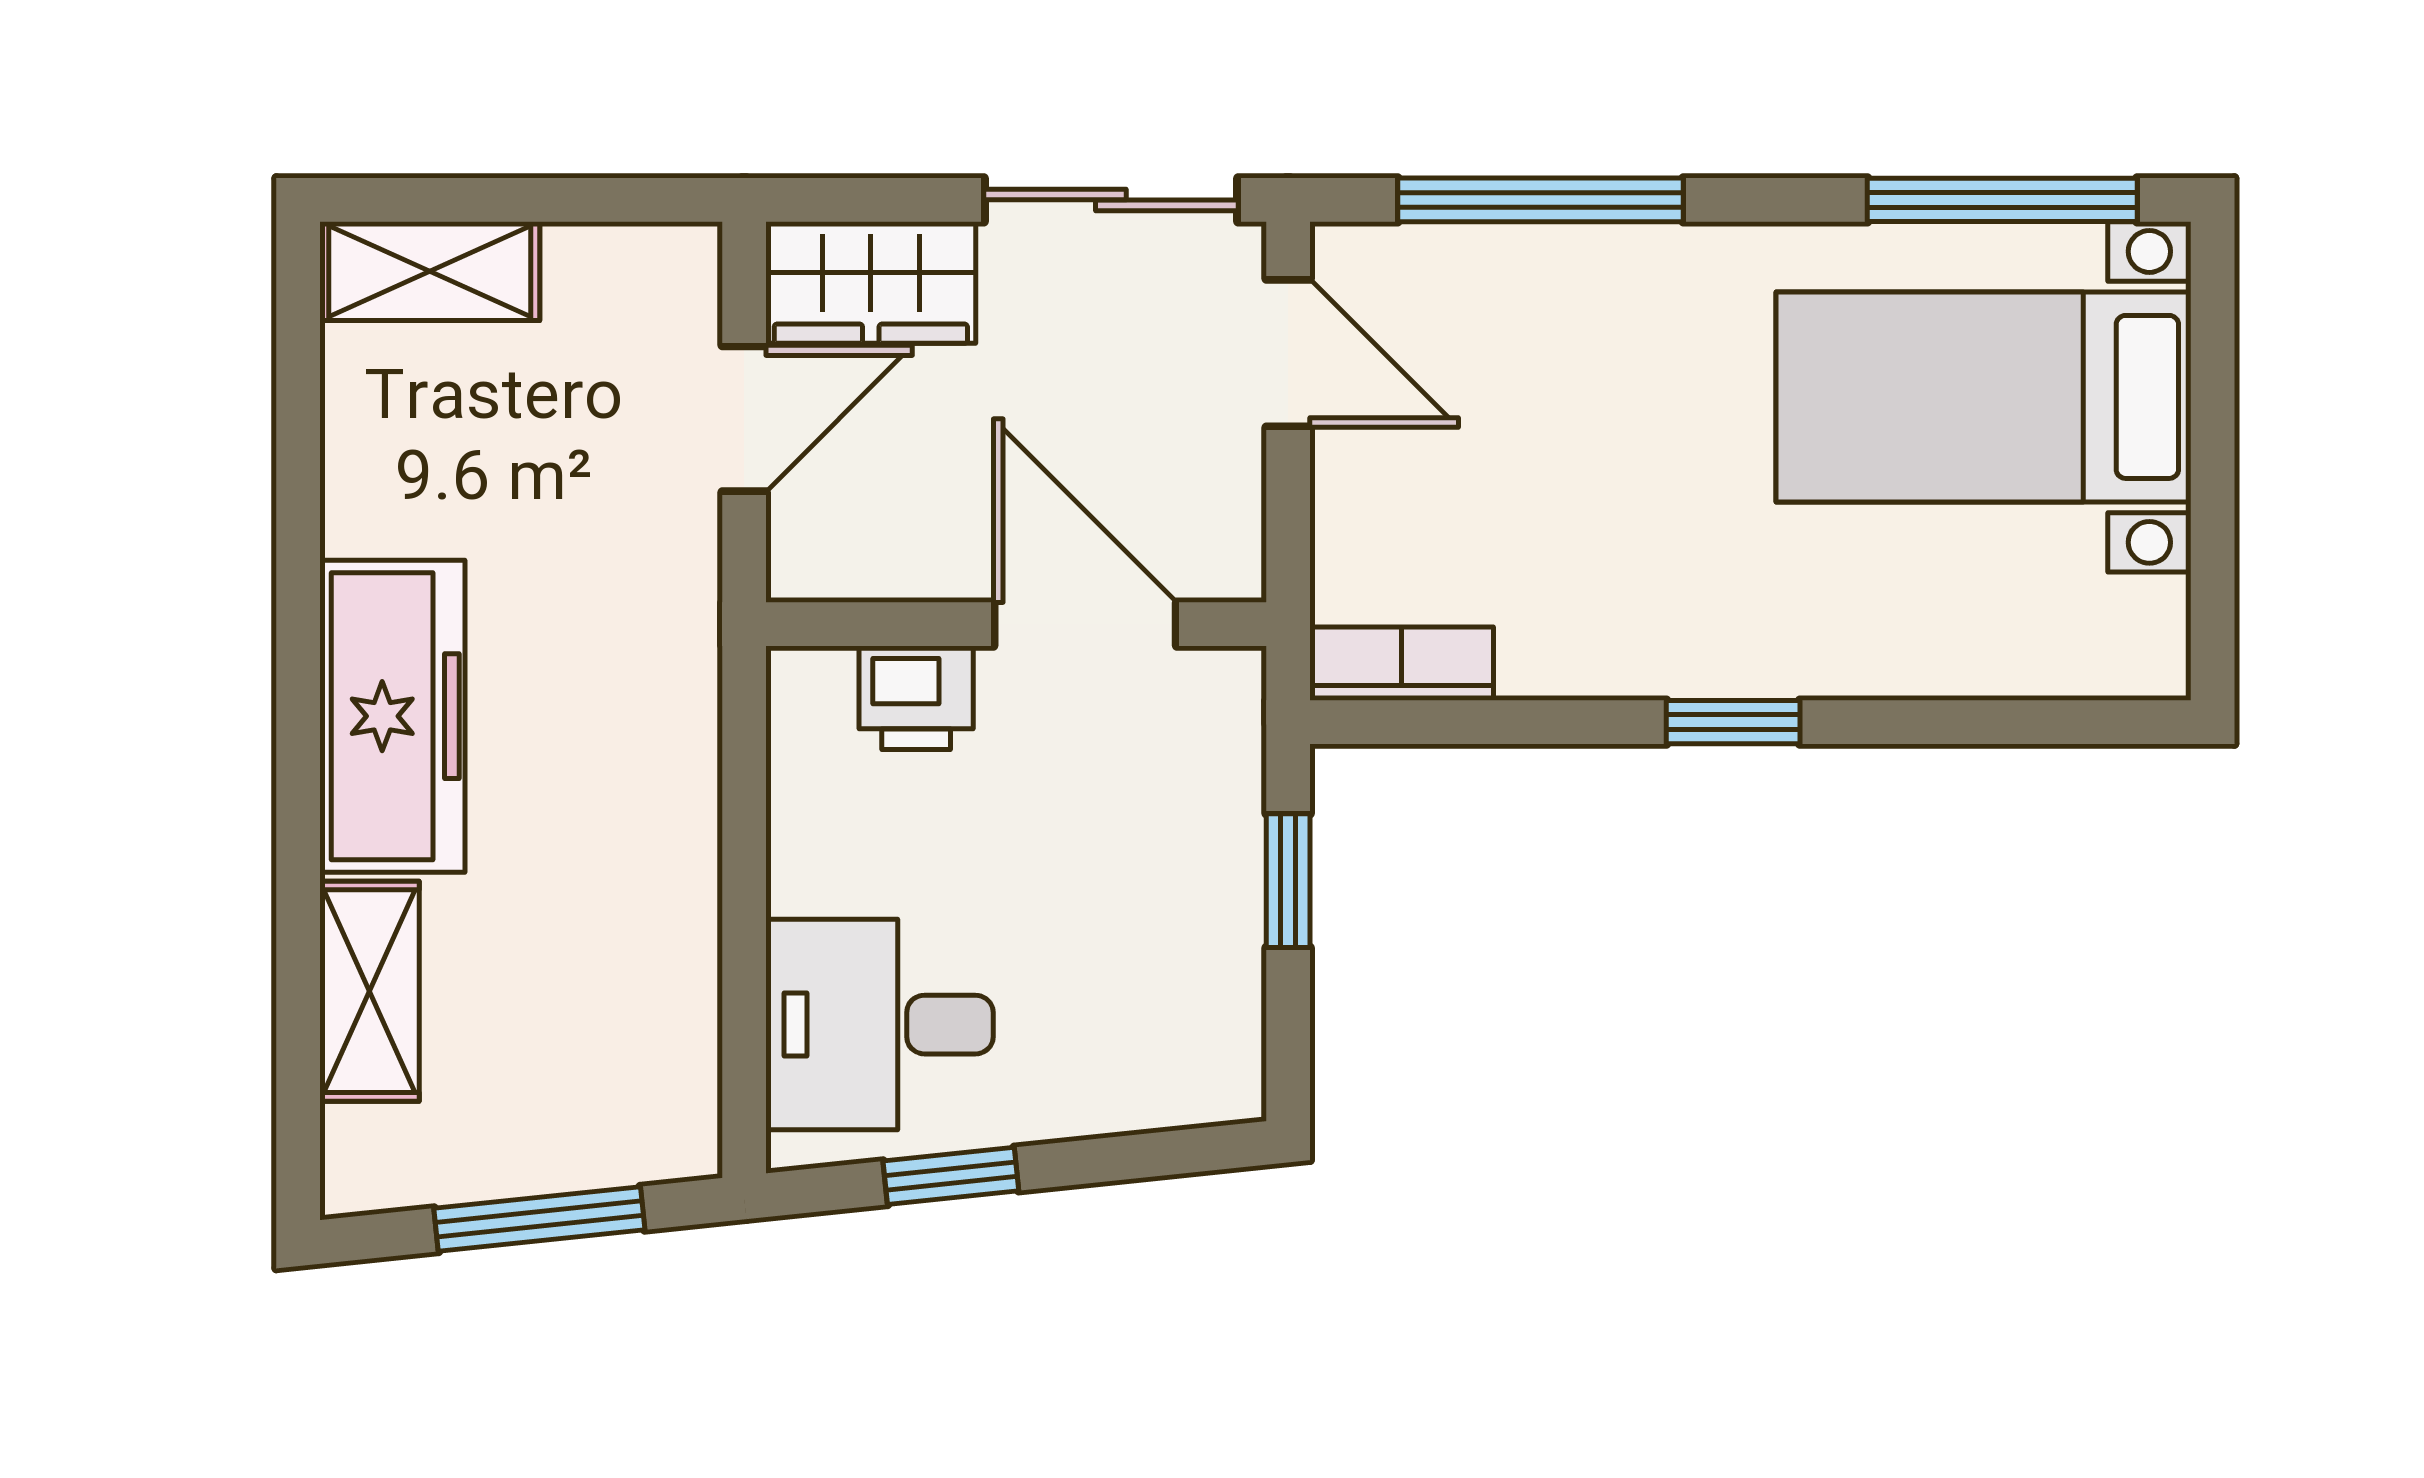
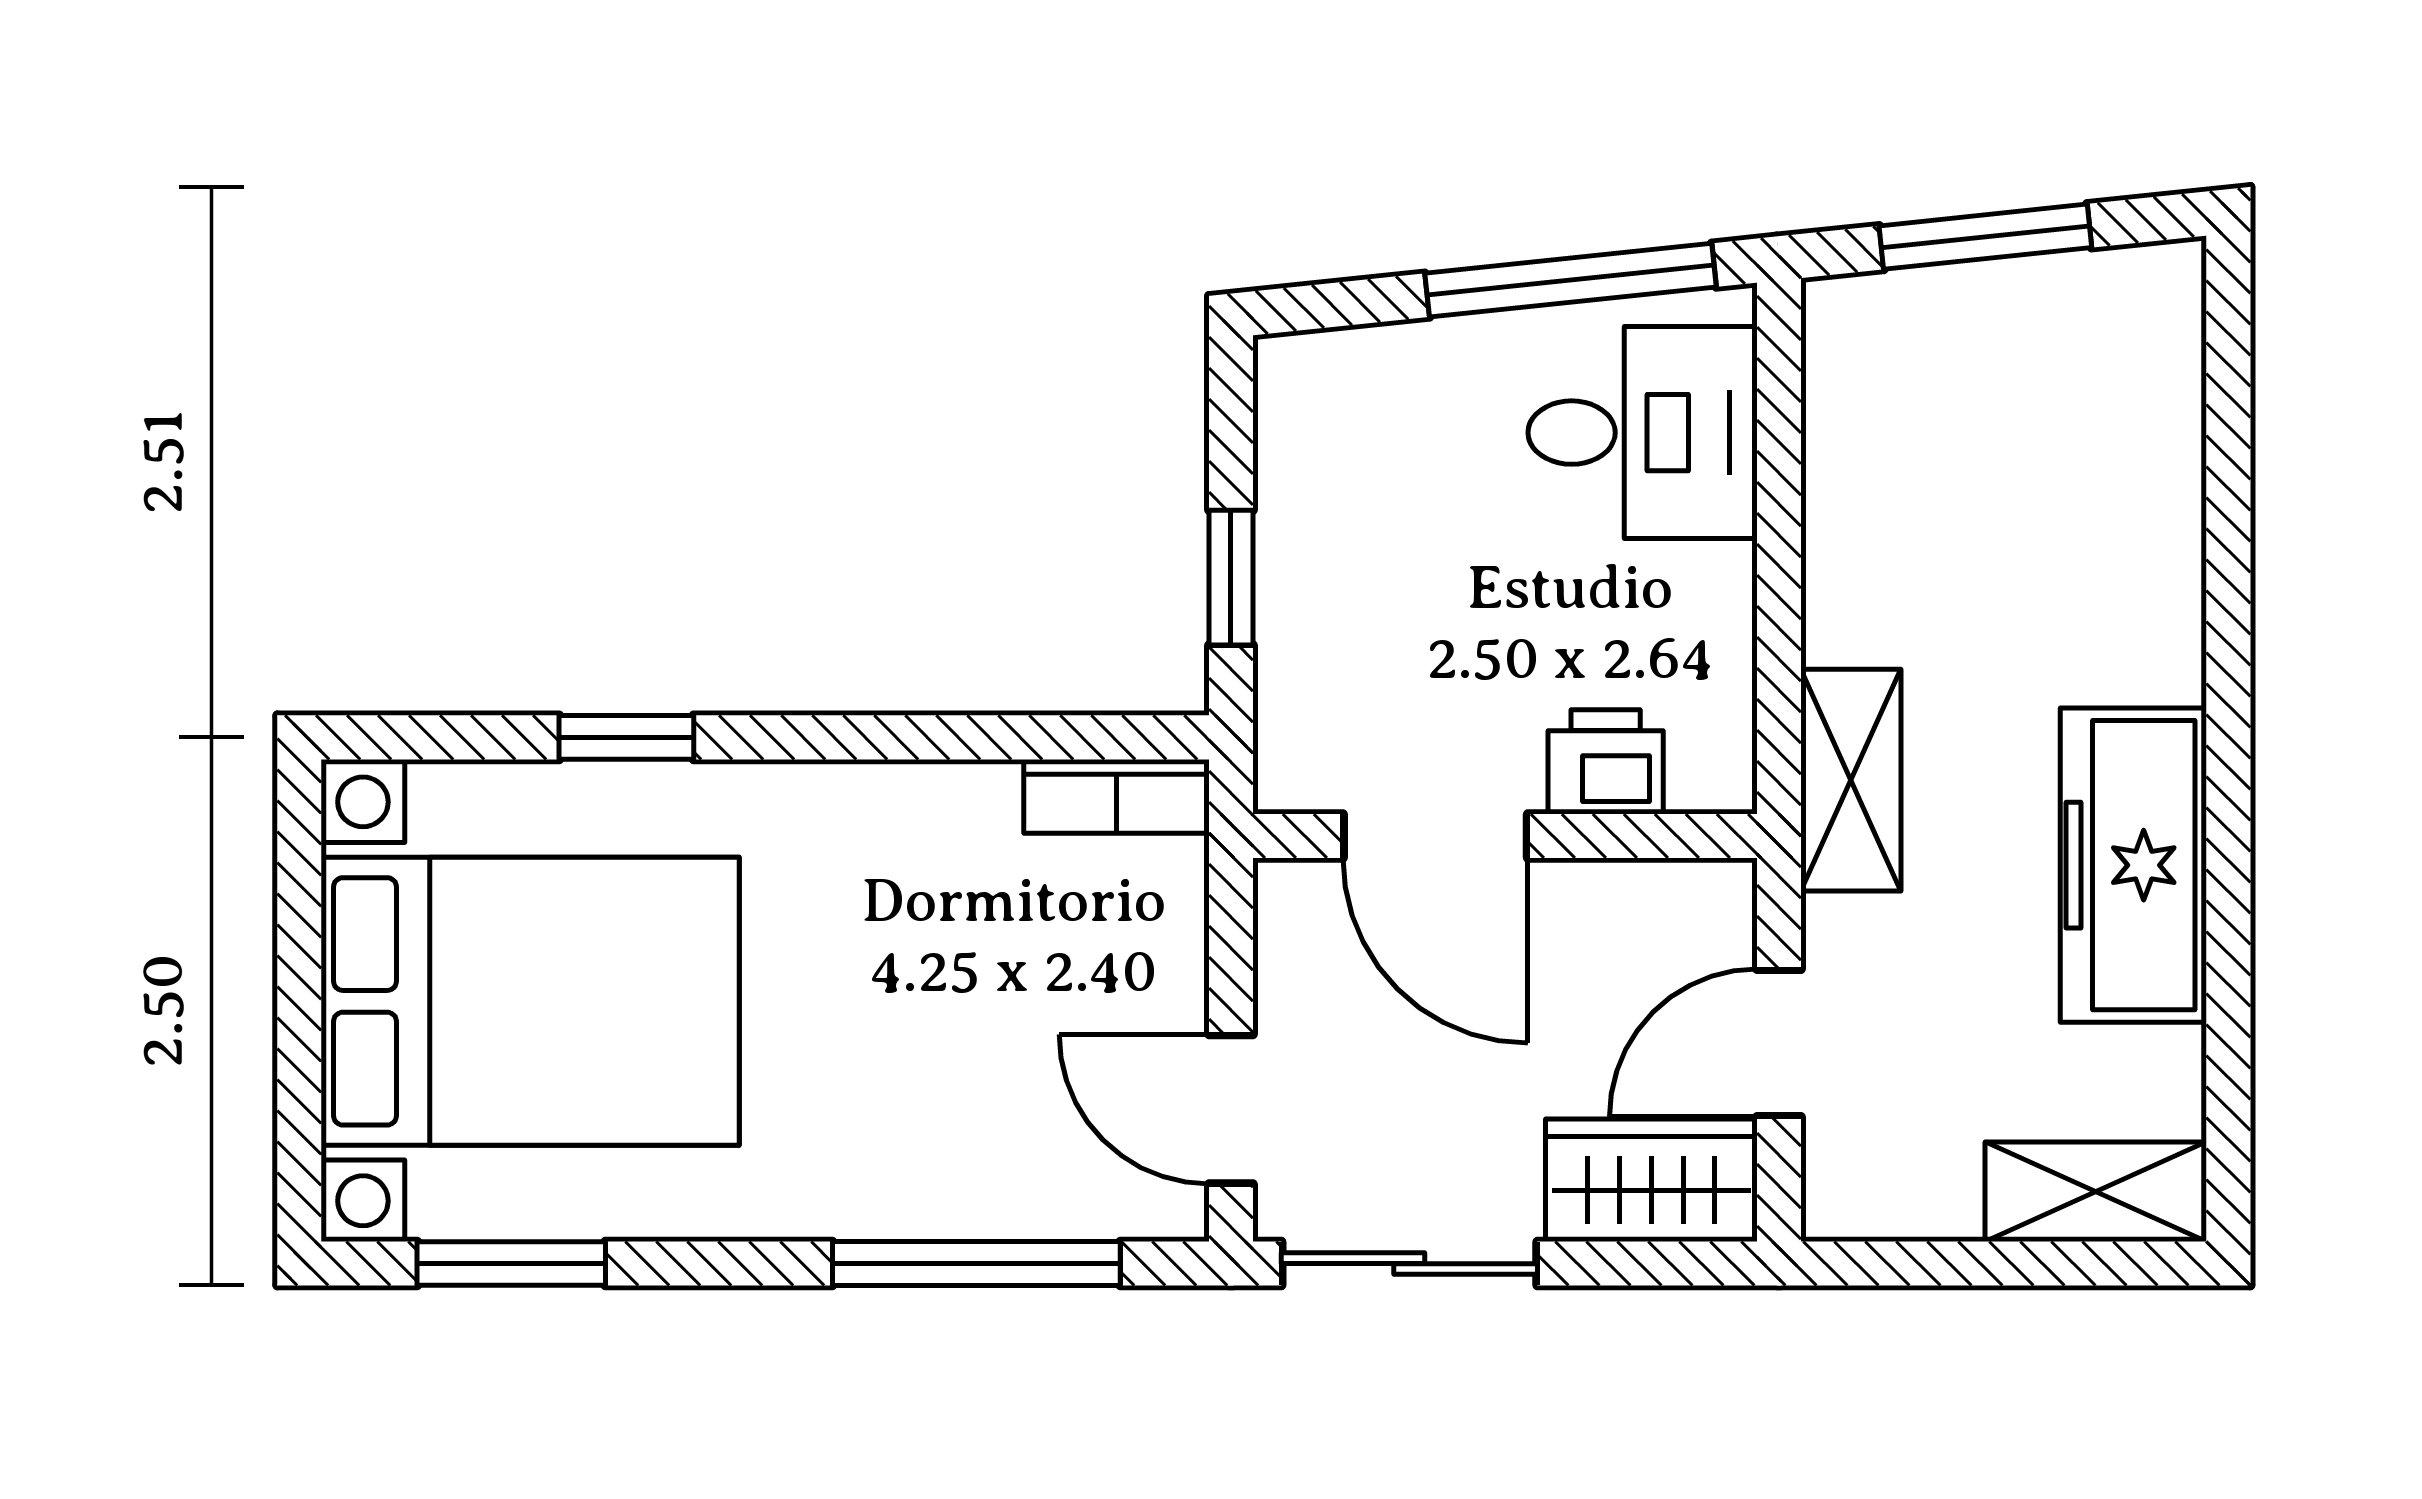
window: (2002, 200) -> (511, 1264), width x0.69
bed with nightstands: (1984, 397) -> (530, 1001), width x1.36
freezer: (392, 716) -> (2133, 865), moved
window: (1733, 722) -> (626, 737), moved
shelving: (369, 991) -> (1851, 780), moved
window: (951, 1176) -> (1571, 280), width x2.17

